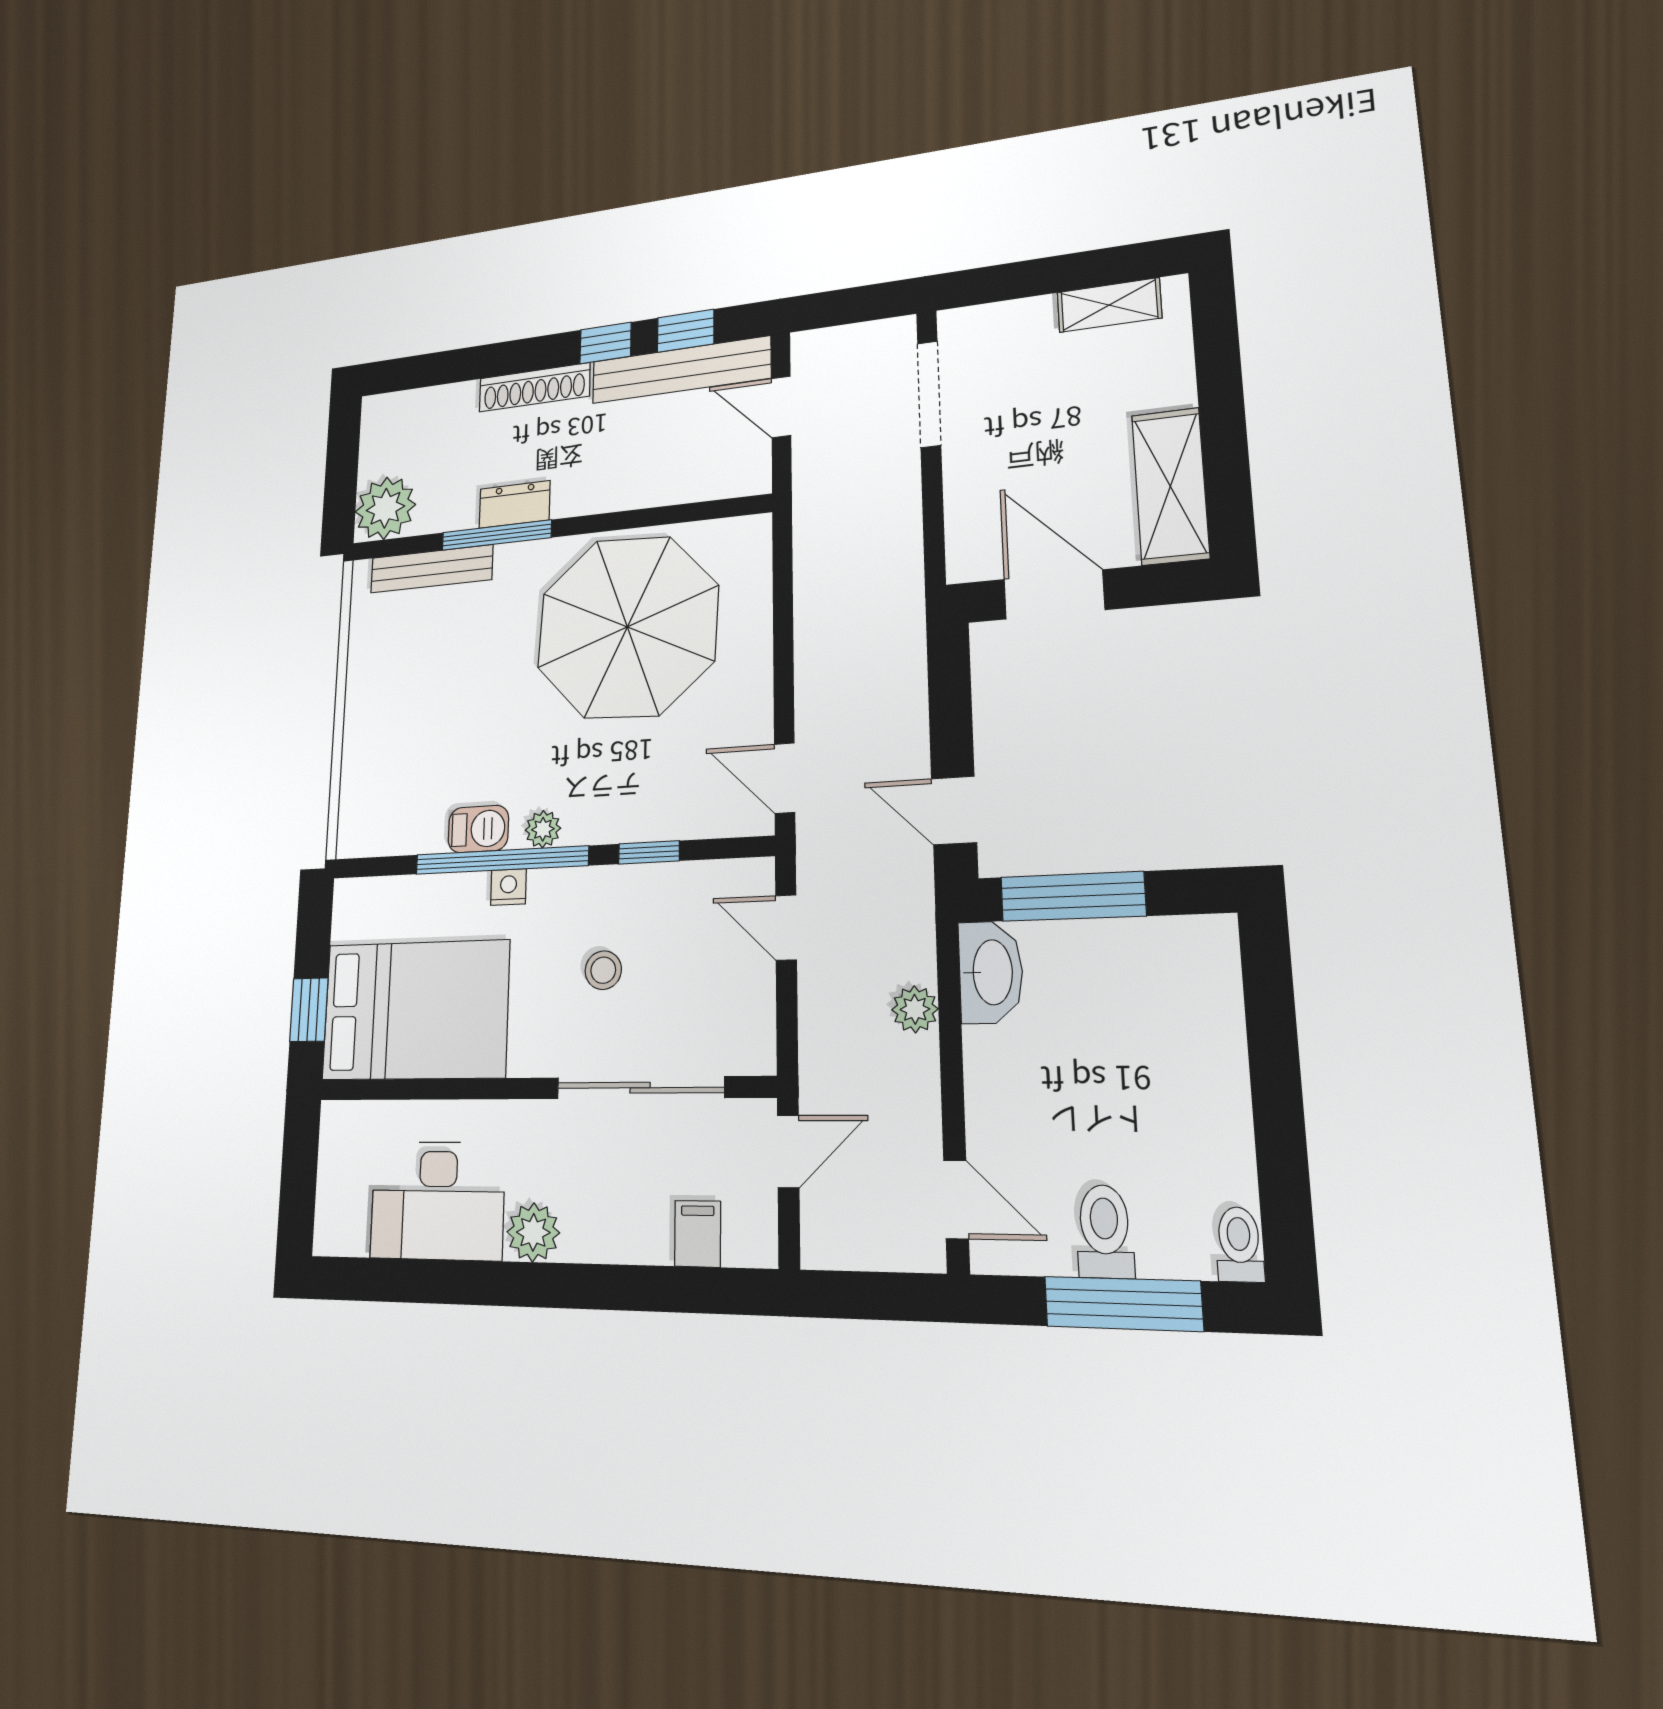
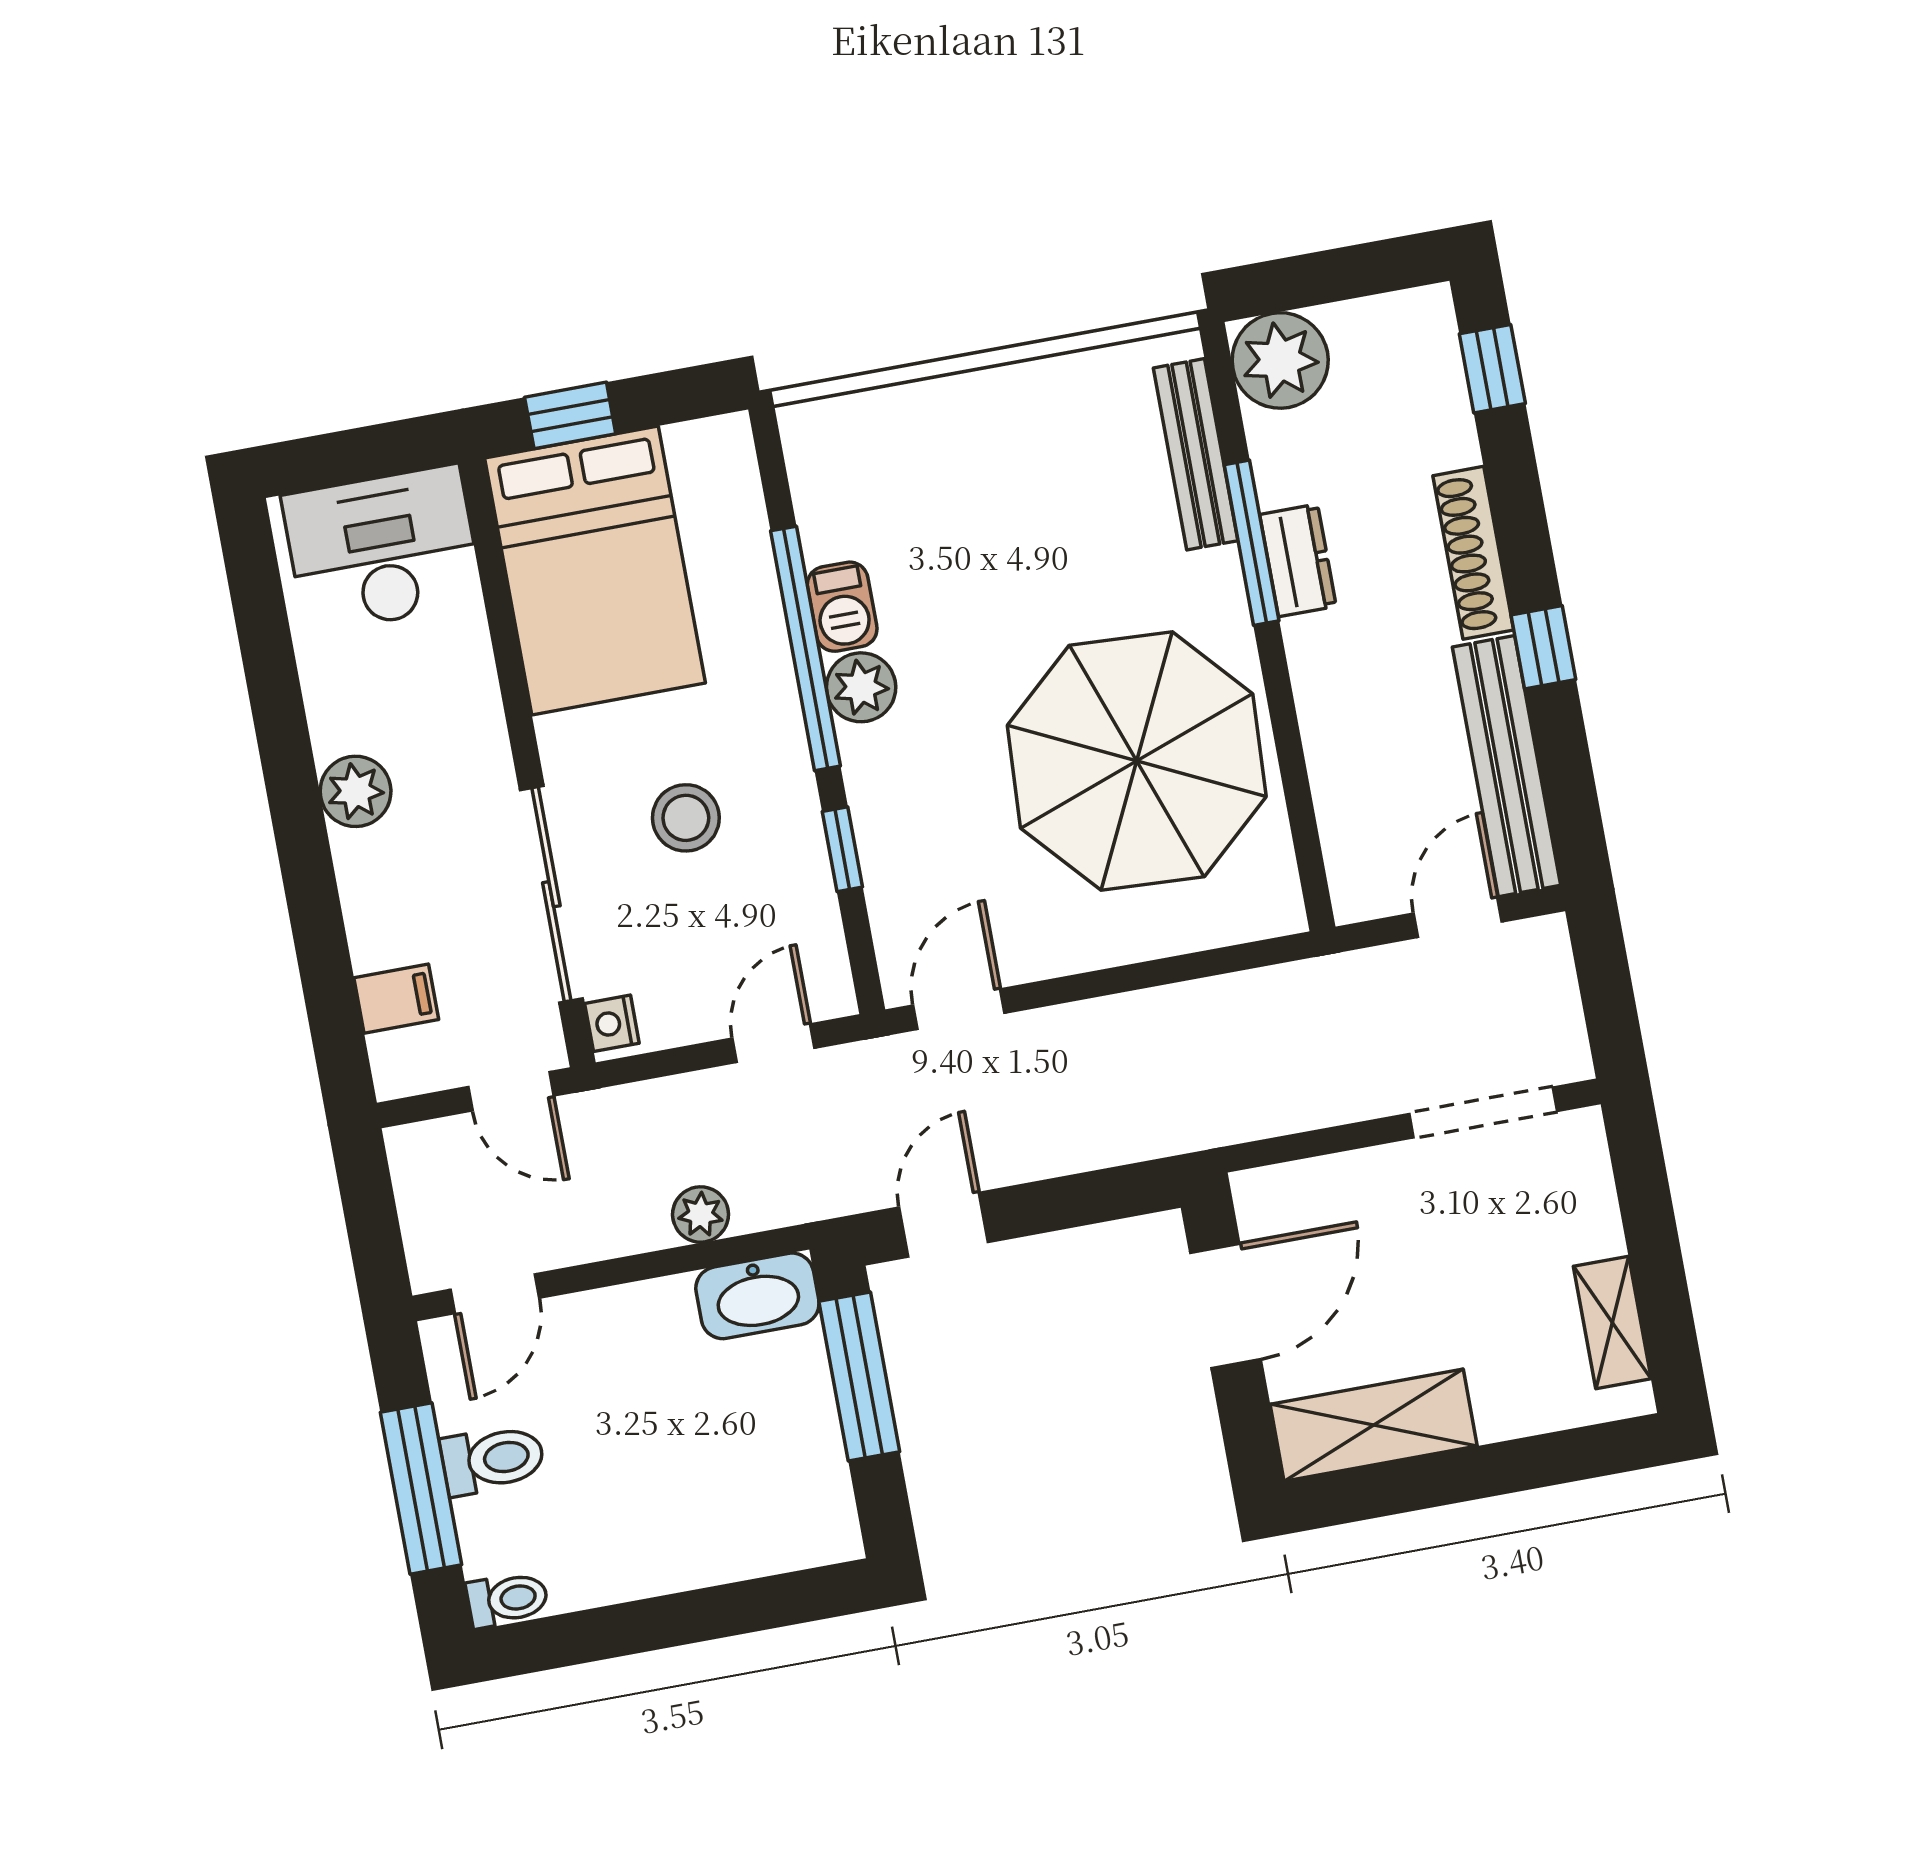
window: (686, 331) -> (1492, 369), moved
plant: (543, 829) -> (861, 687), width x1.38, depth x1.38
nightstand: (508, 887) -> (612, 1023), moved, turned 180
stool: (603, 970) -> (686, 818), width x1.37, depth x1.37
desk: (437, 1200) -> (382, 549), moved, turned 90

